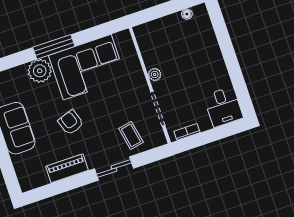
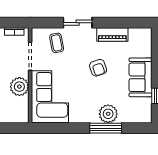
window: (54, 47) -> (106, 128), moved
corner sofa: (87, 67) -> (50, 97), moved, turned 90
plant: (155, 74) -> (19, 87), width x1.88, depth x1.88

